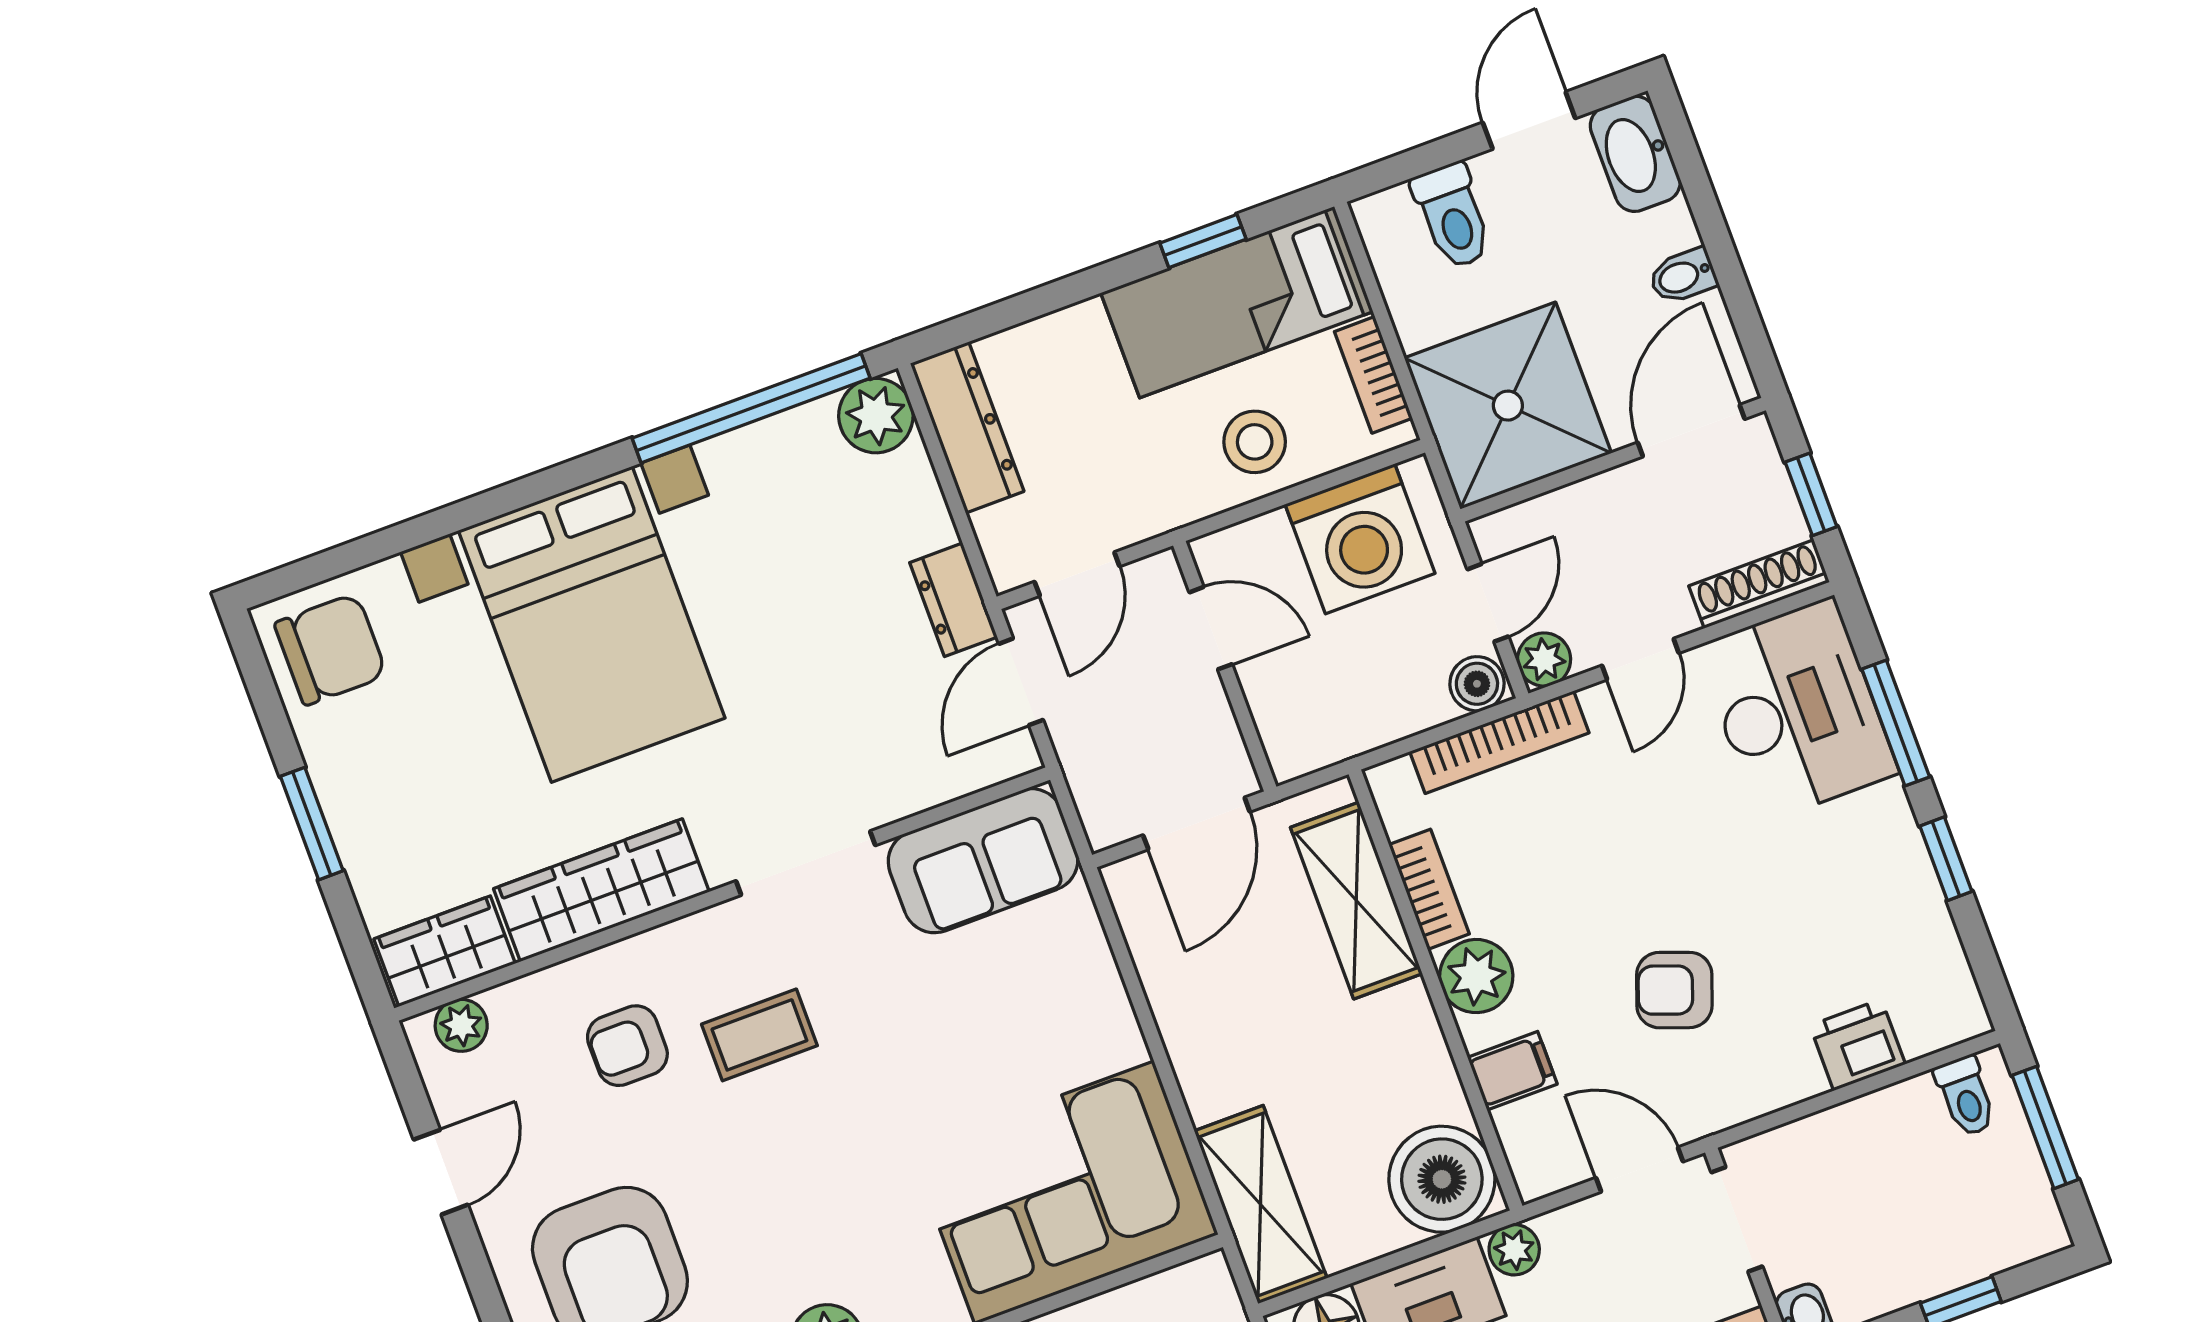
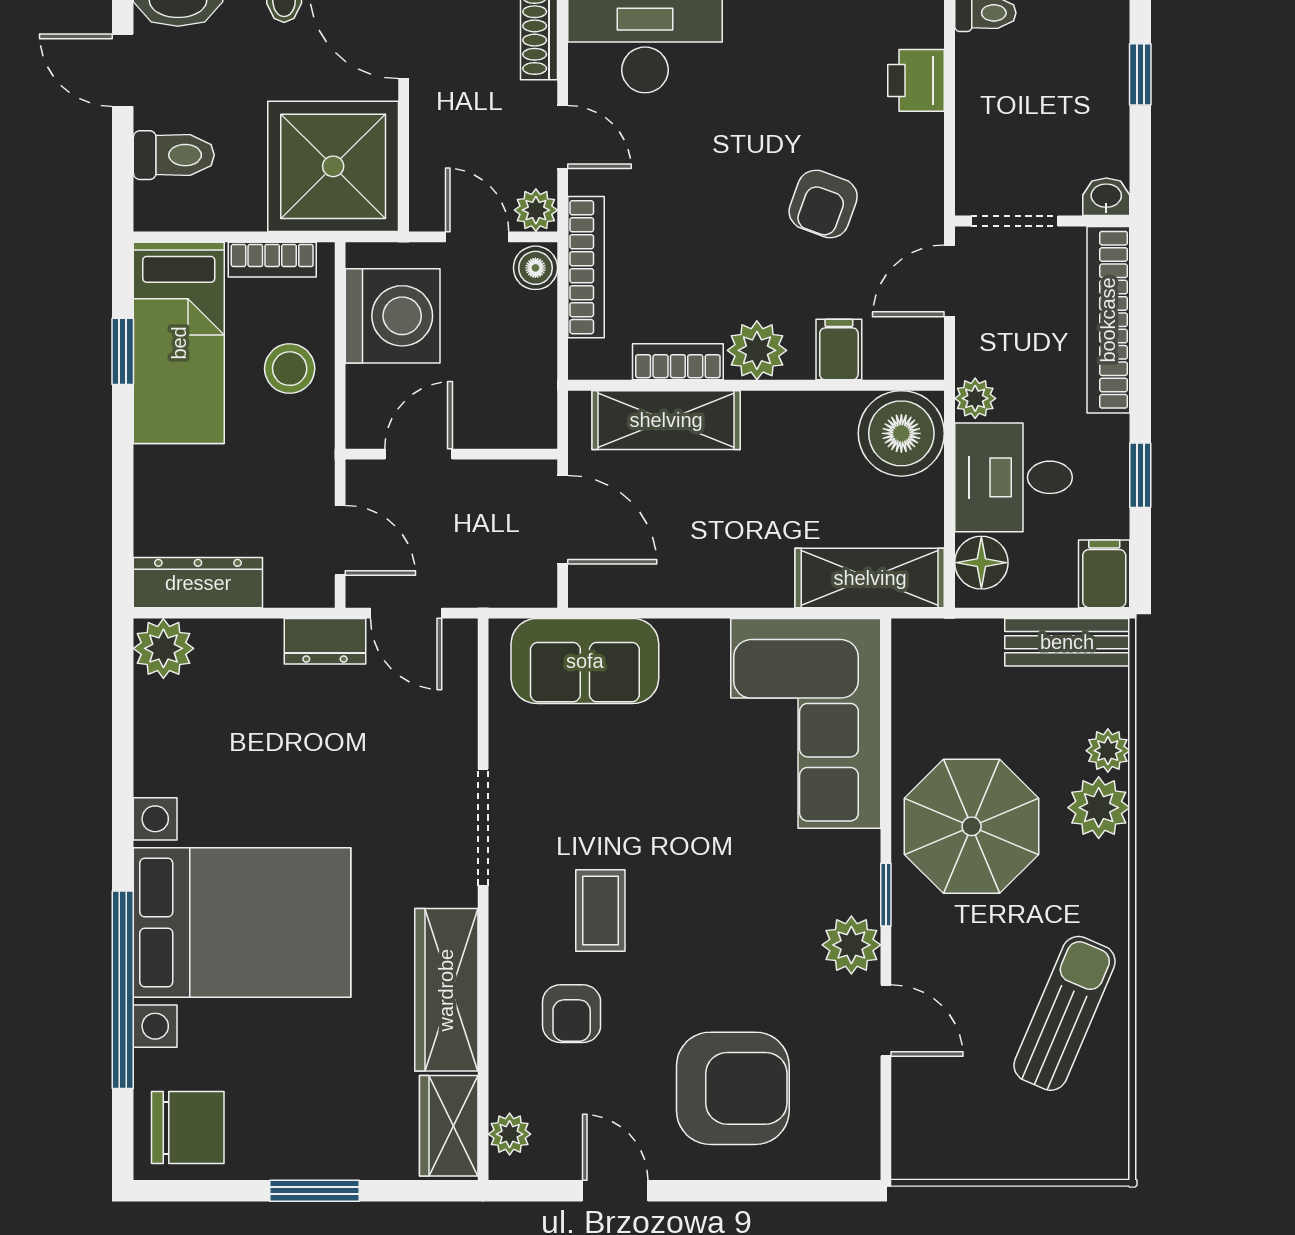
window: (751, 408) -> (123, 990), moved
chair: (331, 649) -> (188, 1128), turned 90
sofa: (983, 861) -> (585, 661), moved, turned 90

